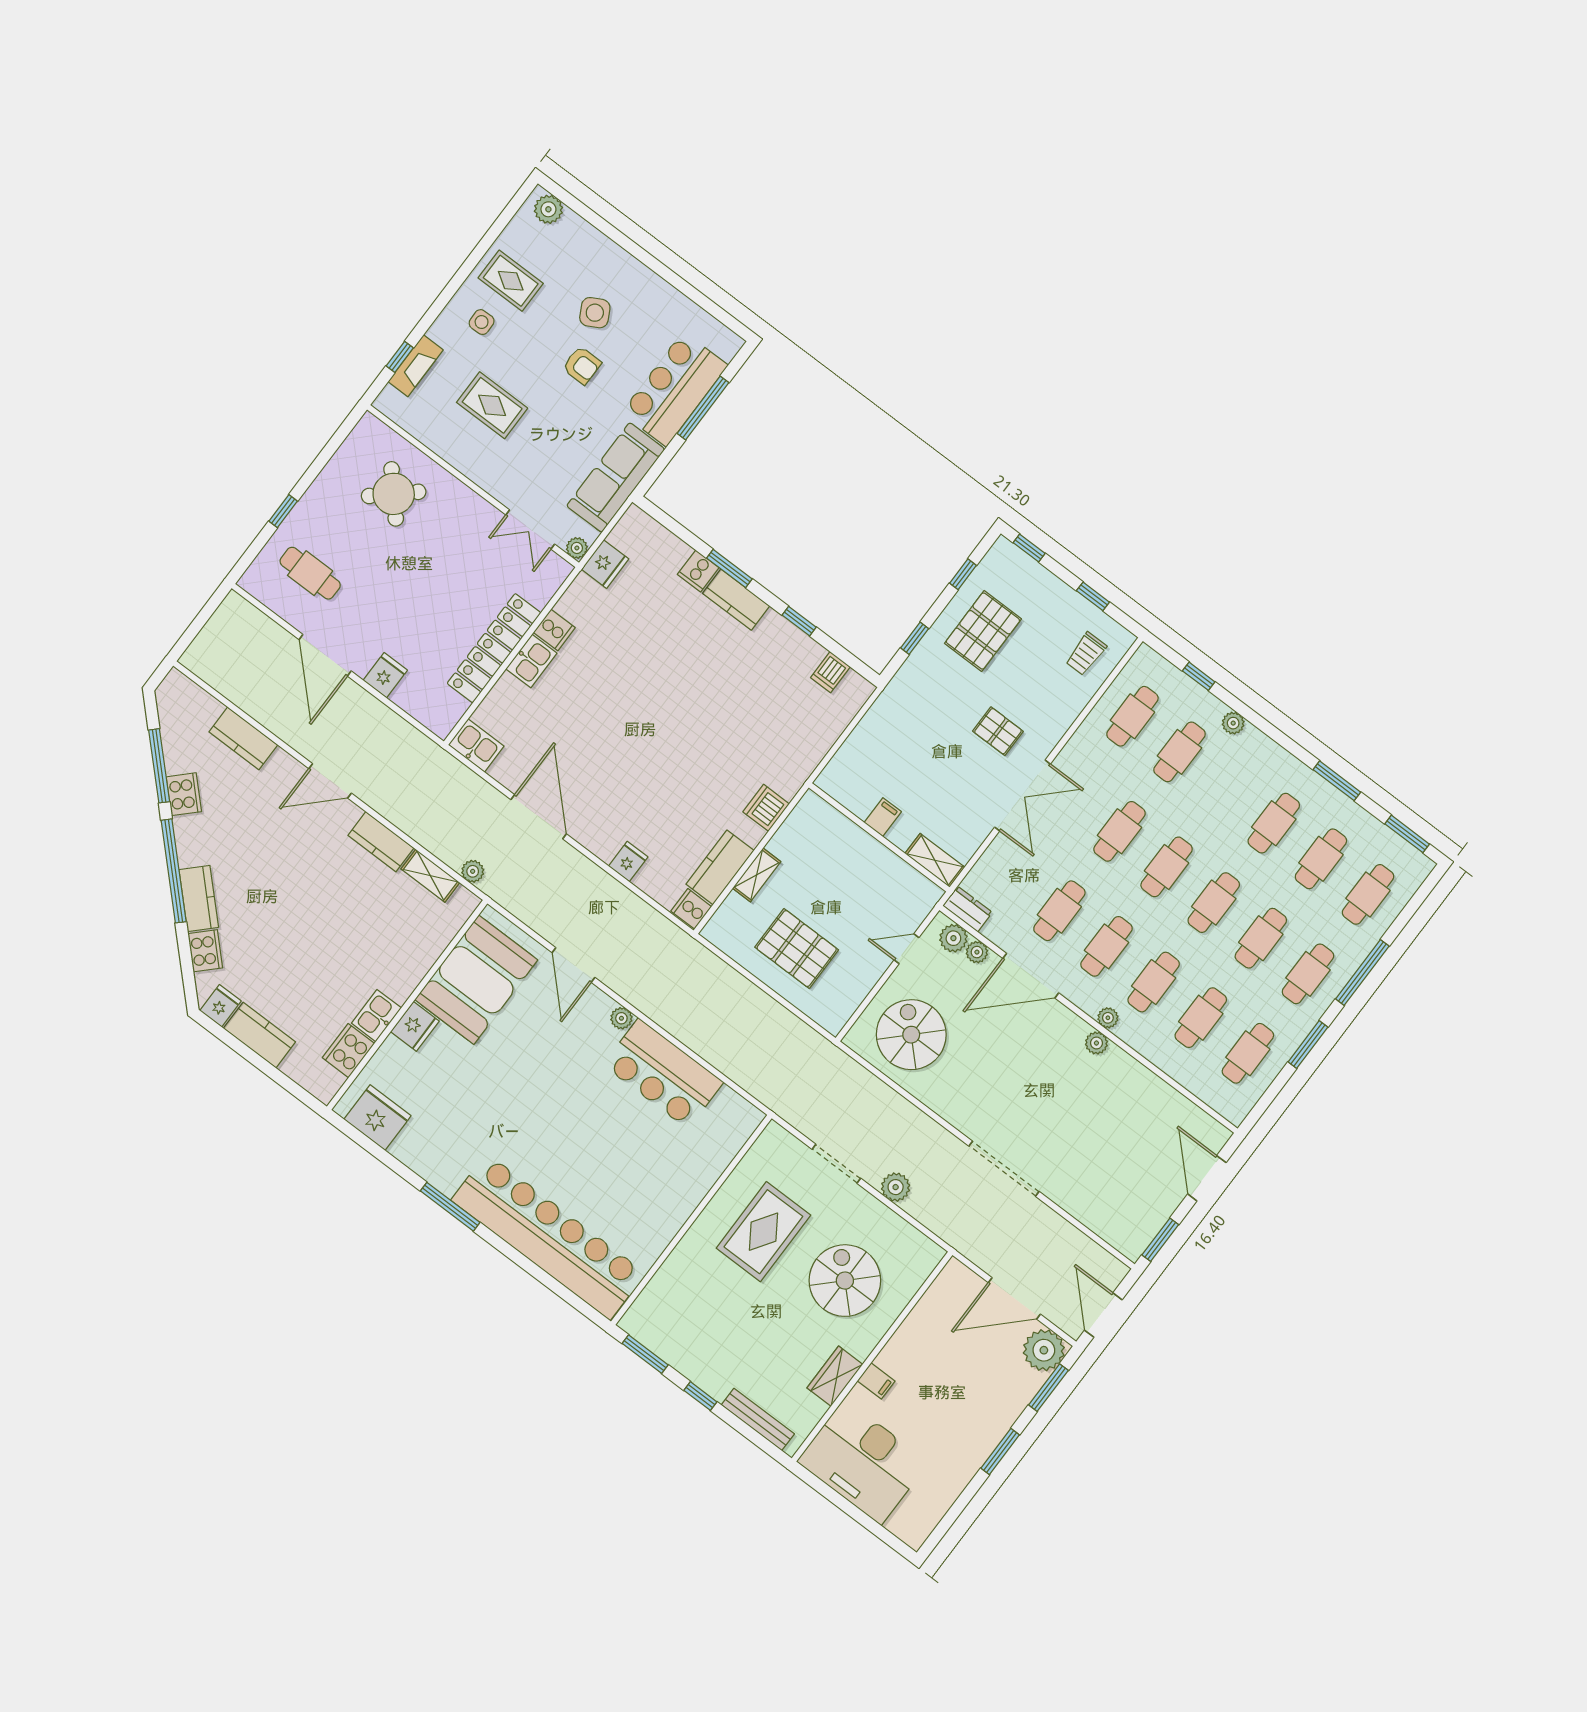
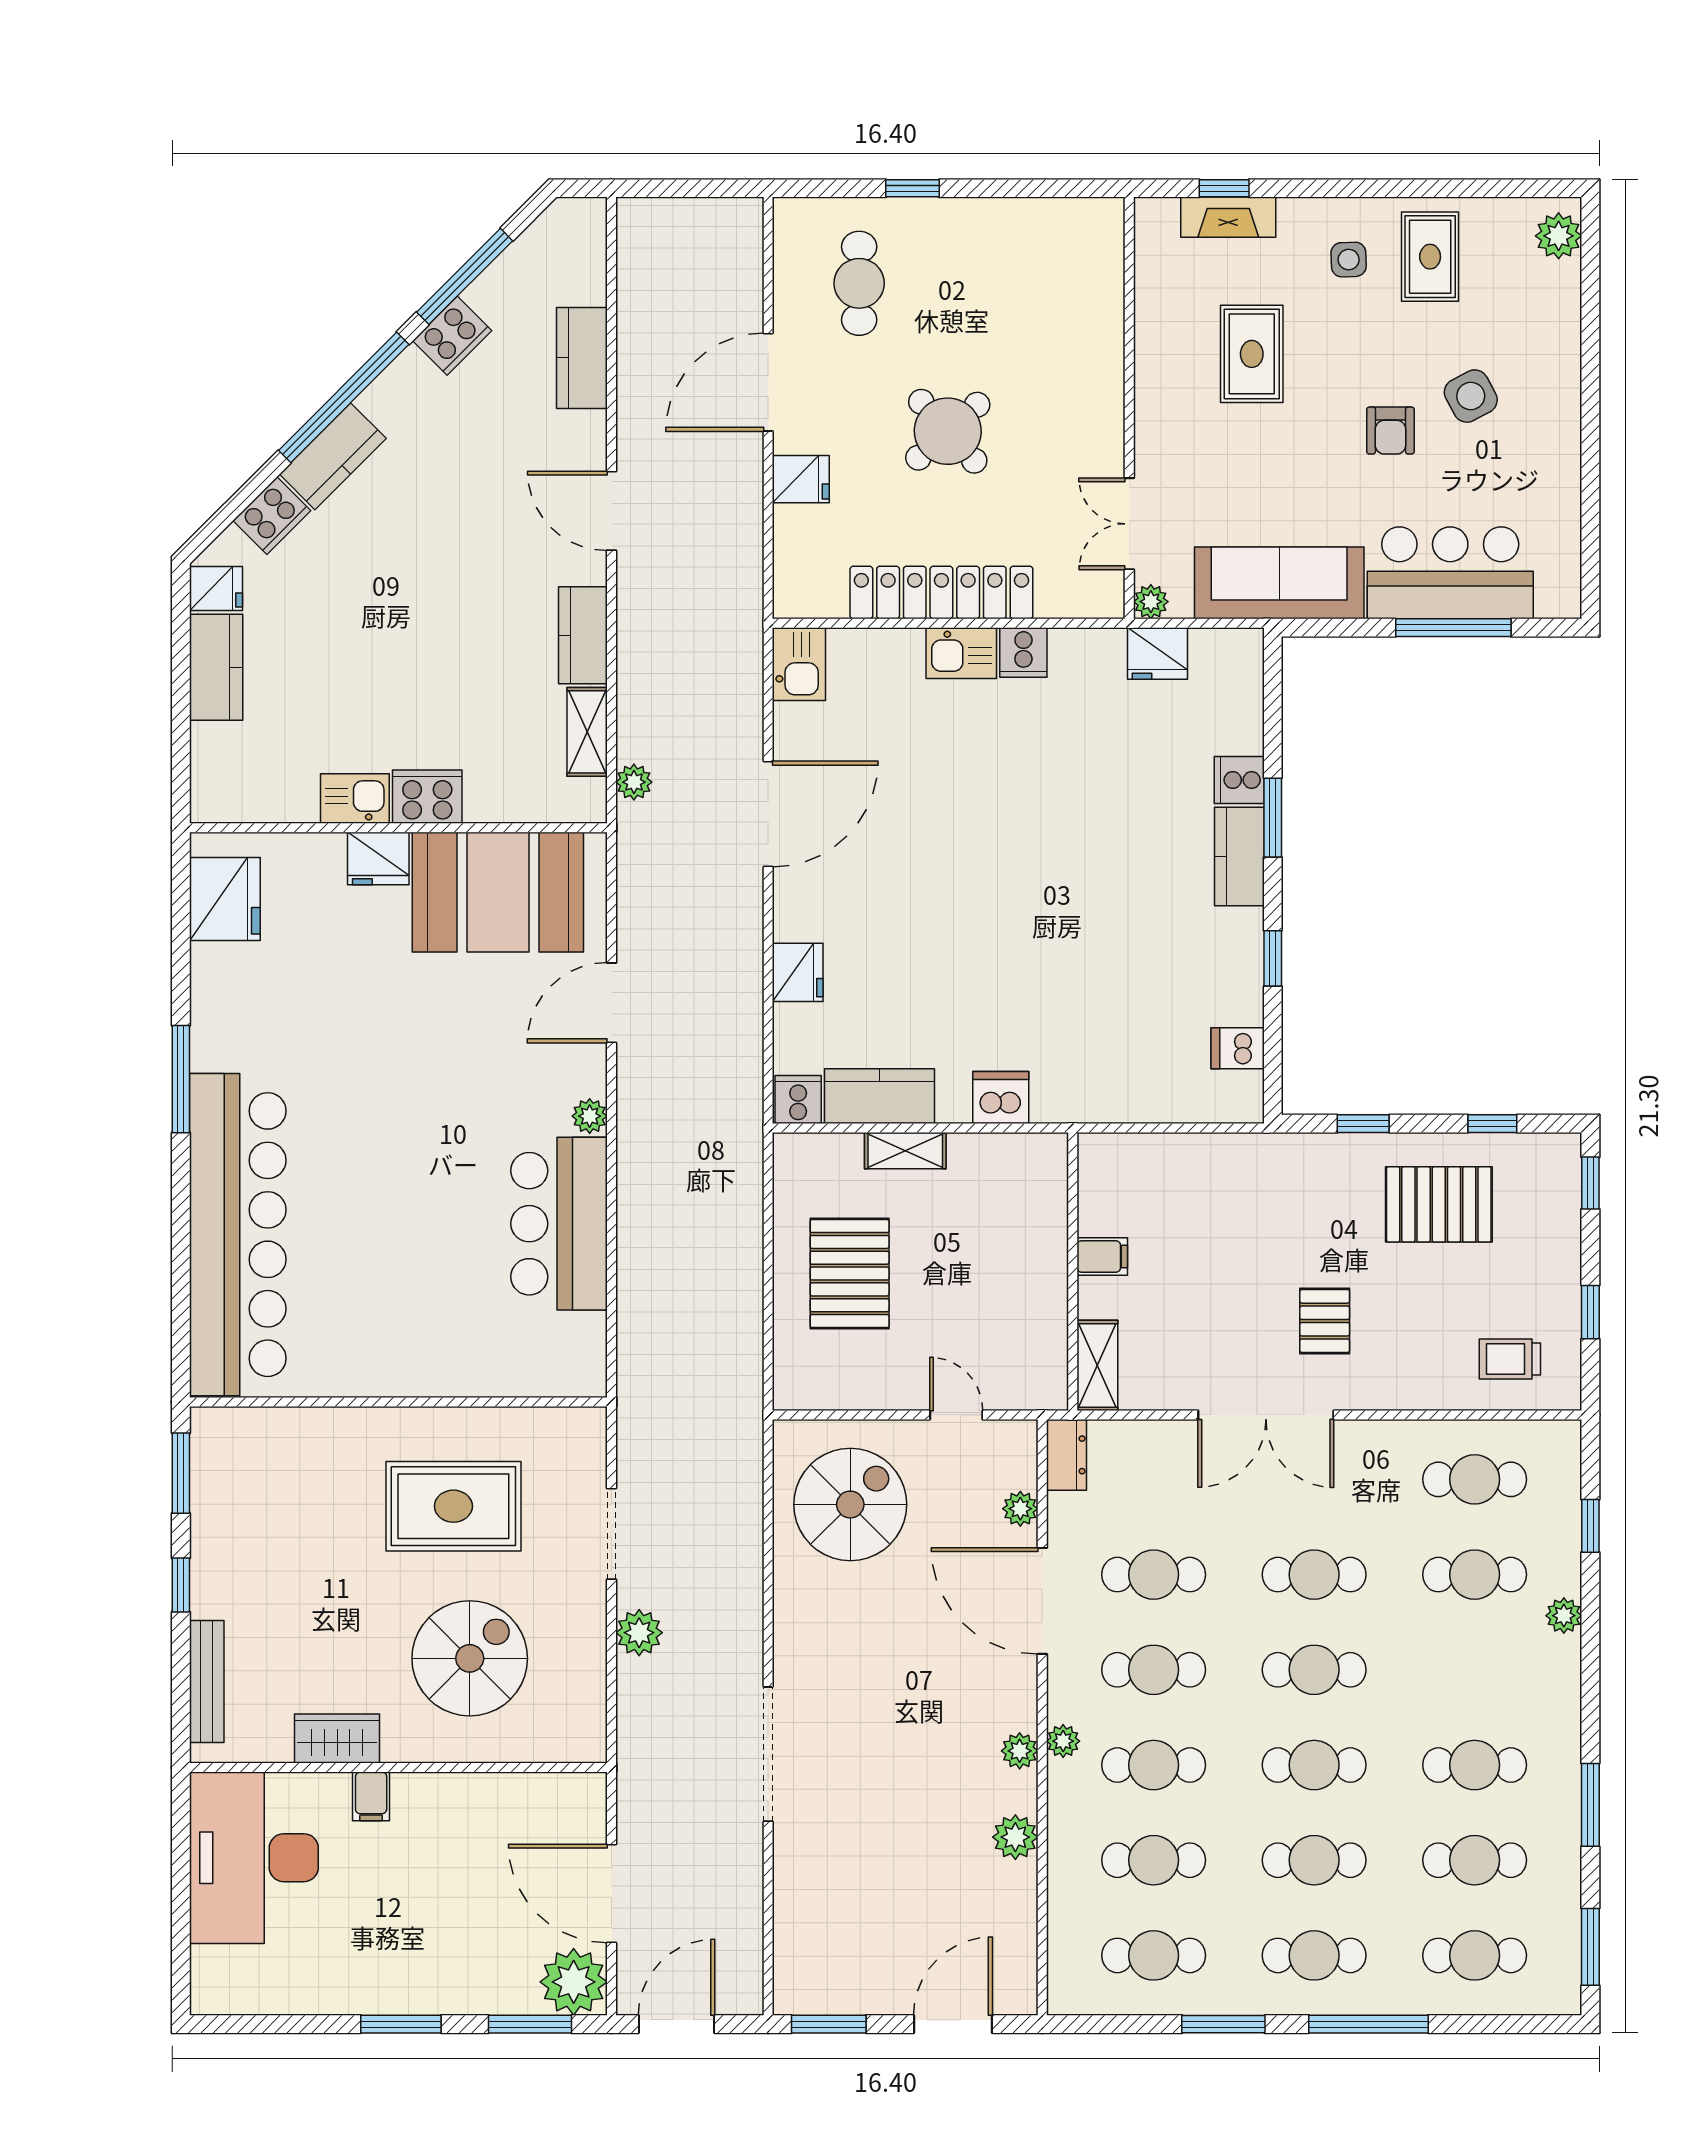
round table: (394, 494) -> (948, 431), moved
fridge: (628, 862) -> (798, 972), width x1.38
plant: (953, 938) -> (1015, 1837), moved
cooker: (348, 1051) -> (427, 797), moved

